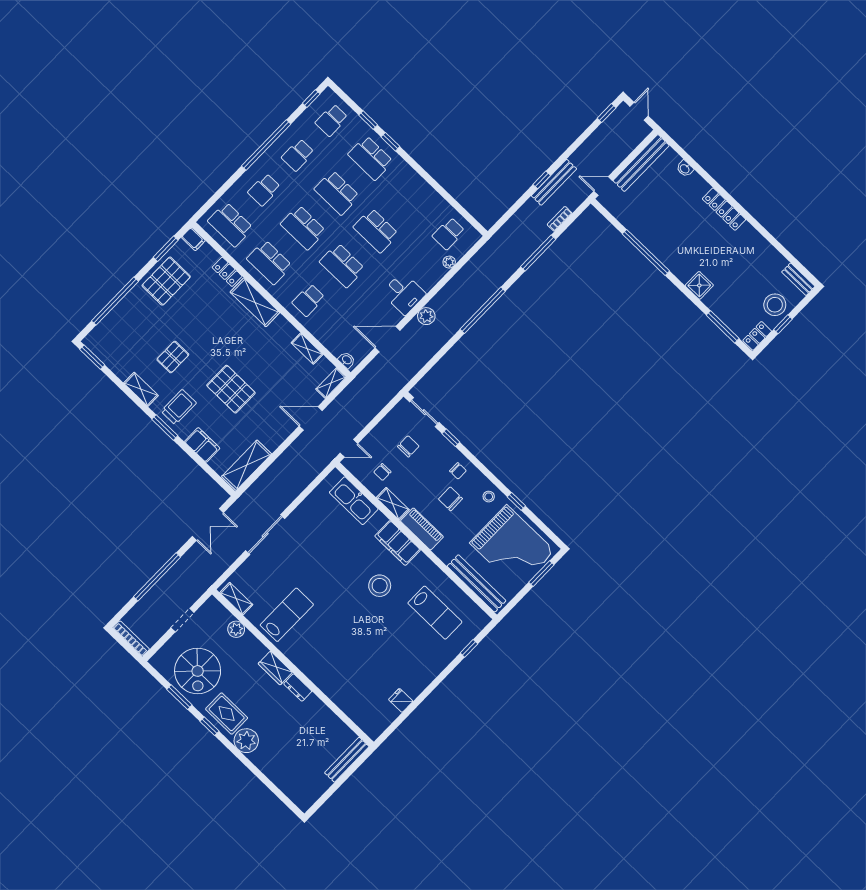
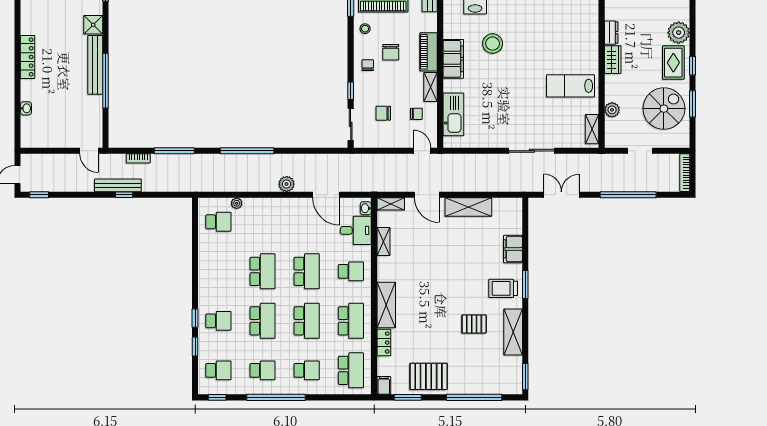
school desk: (371, 158) -> (218, 321), width x0.54
bench: (641, 163) -> (95, 65), moved, turned 90
desk: (404, 293) -> (356, 230), moved, turned 90
shelving: (141, 389) -> (513, 332), width x1.50, depth x1.33
pallet: (231, 389) -> (458, 266), removed
shelving: (247, 465) -> (468, 207), moved

